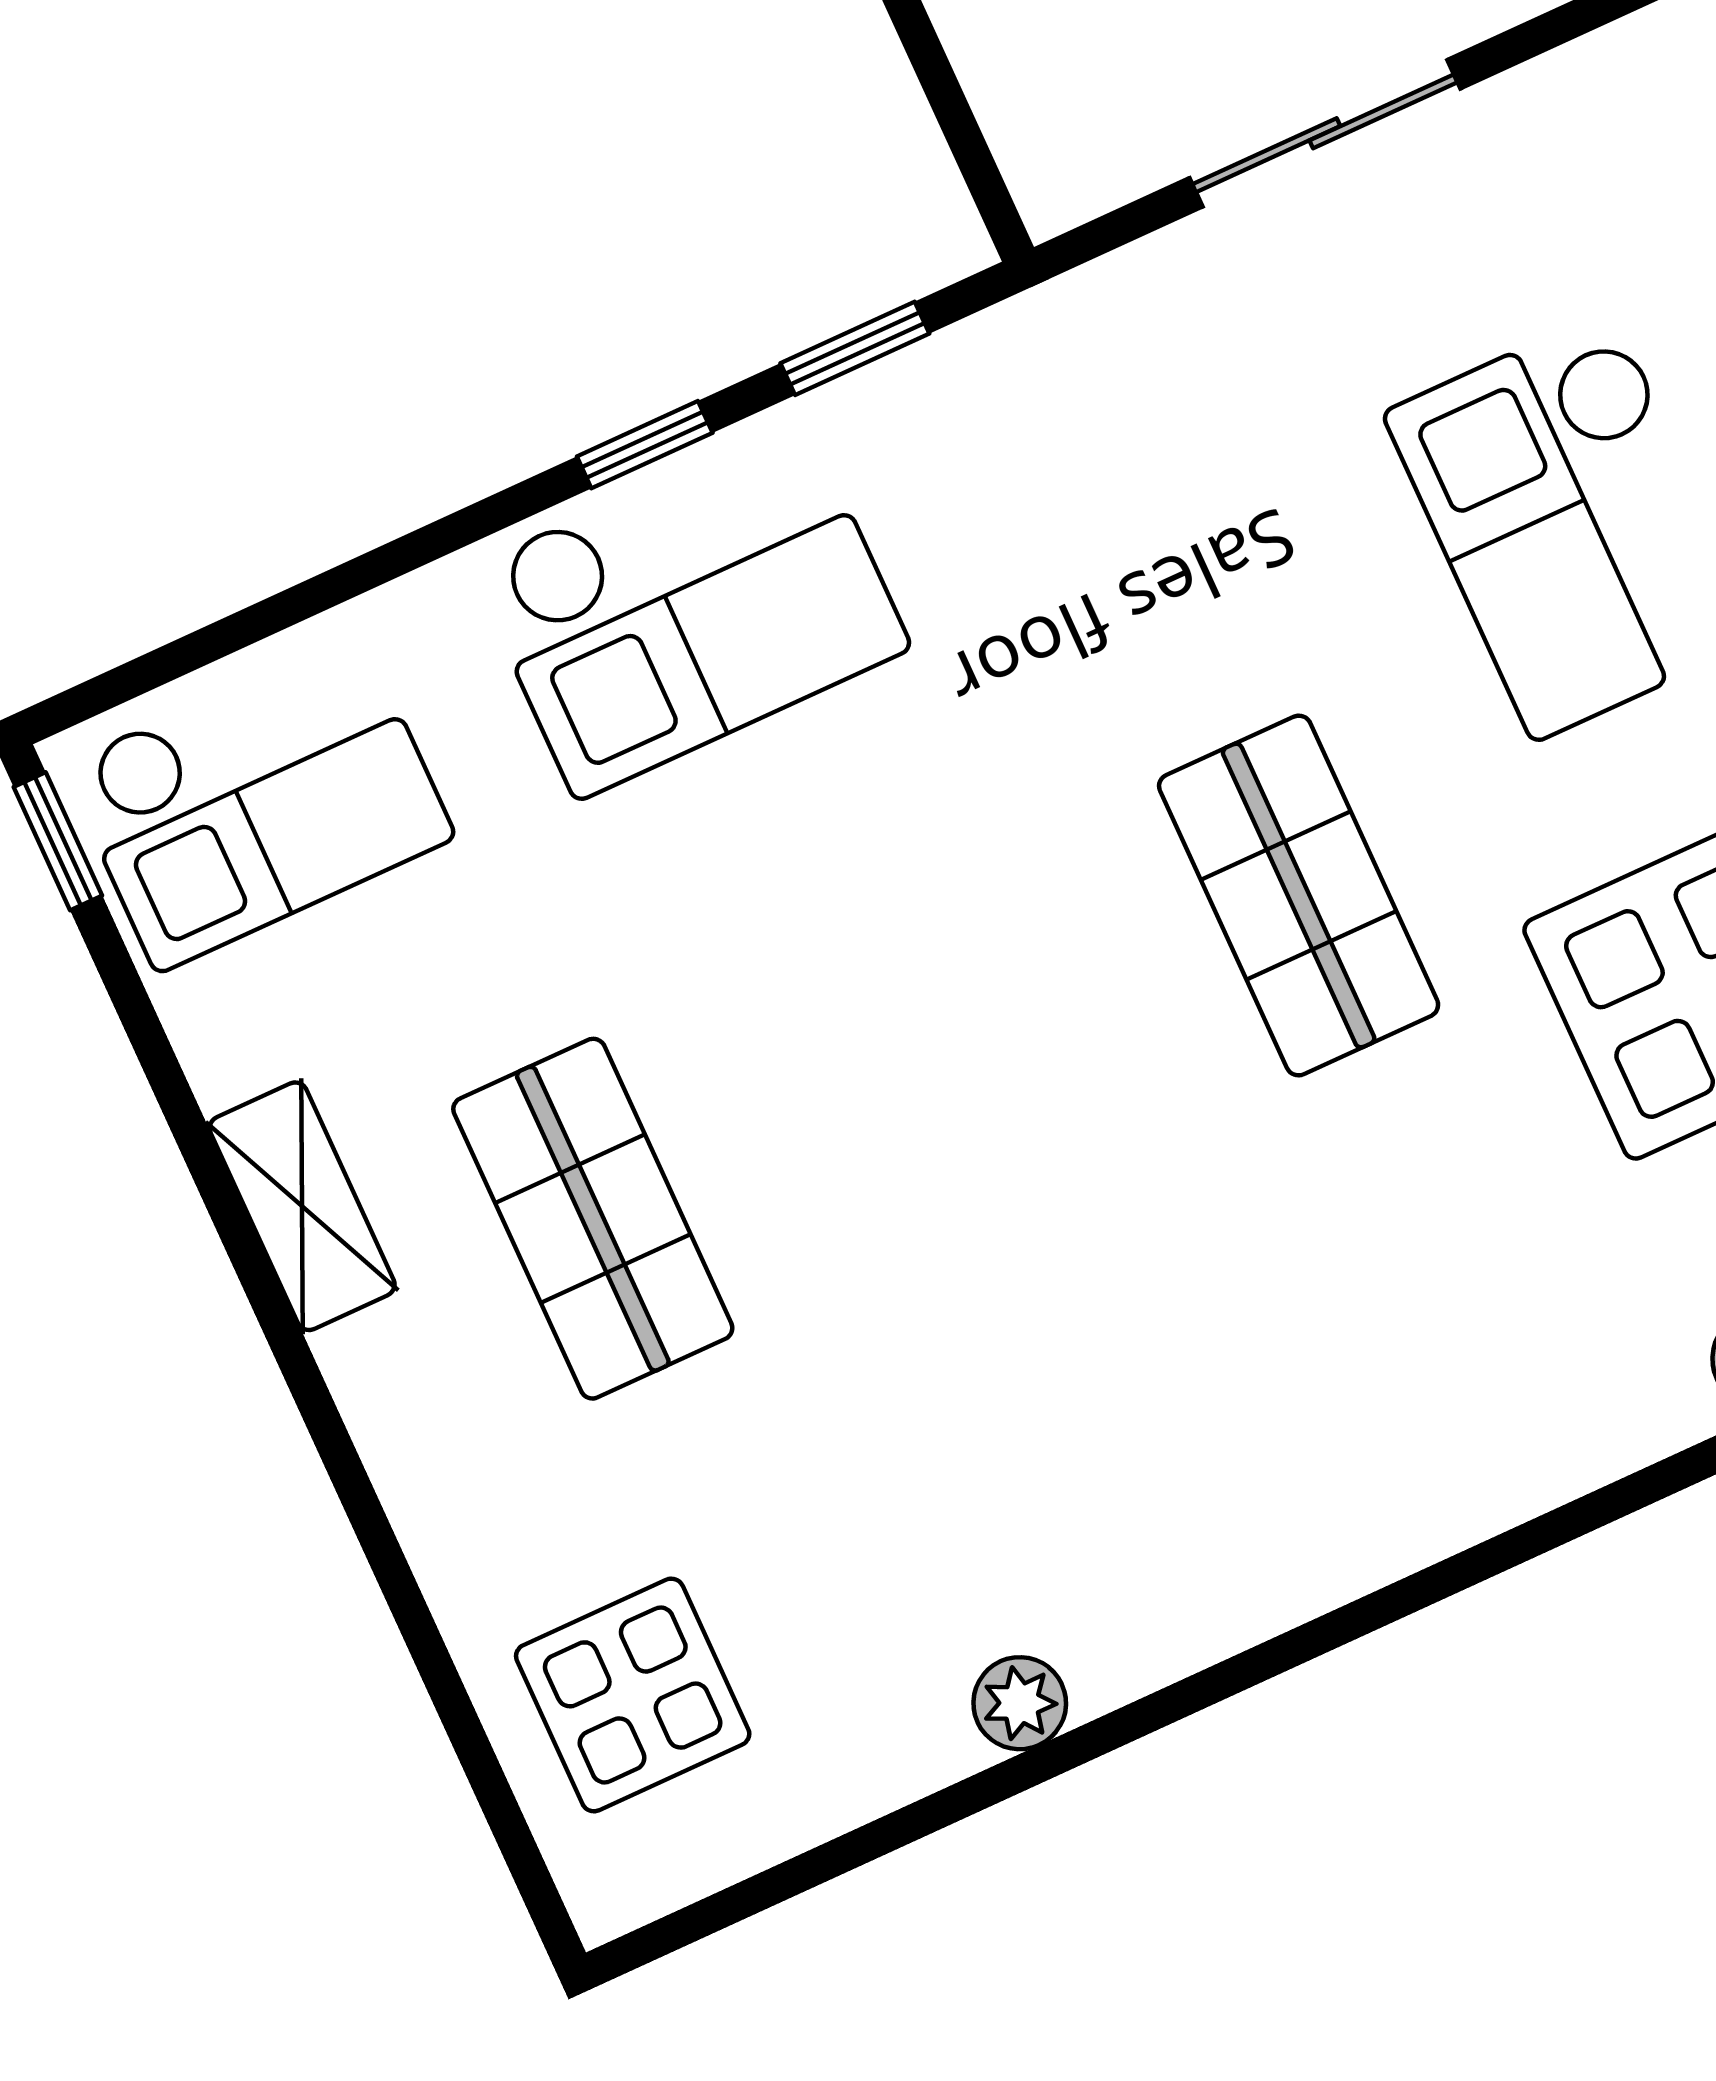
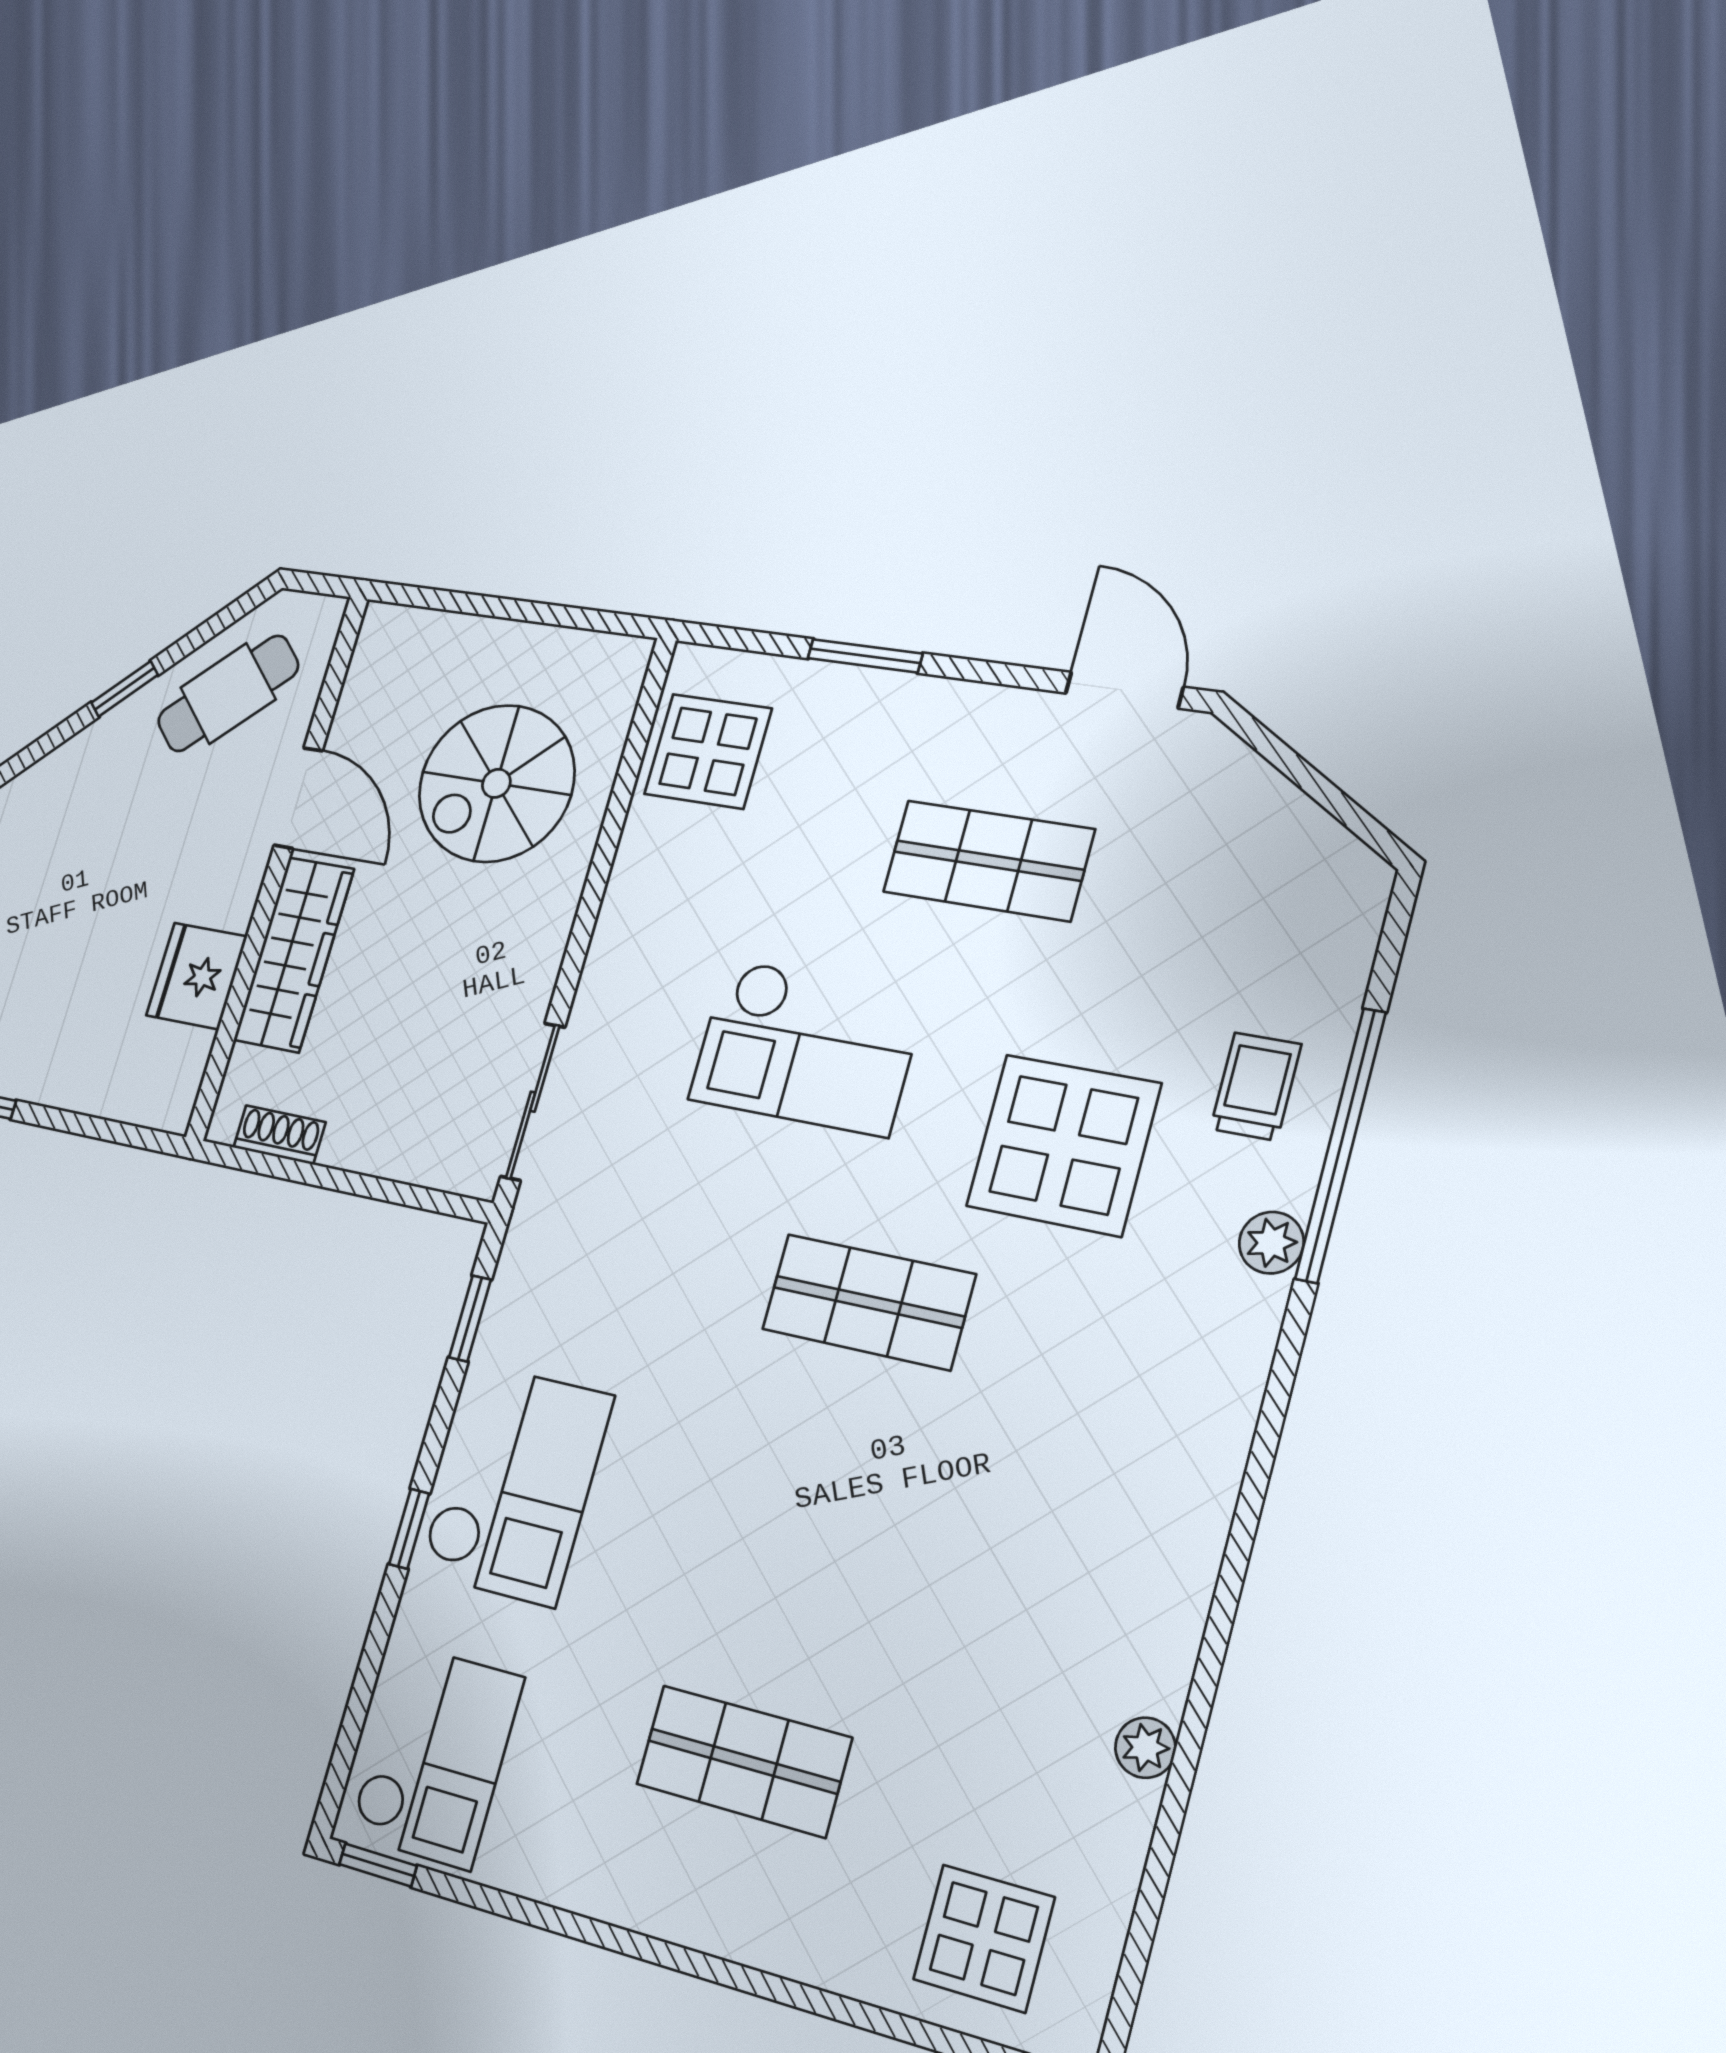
sliding door: (1325, 133) -> (533, 1102), moved
window: (645, 445) -> (409, 1529), moved
shelving: (302, 1206) -> (626, 1896), removed

